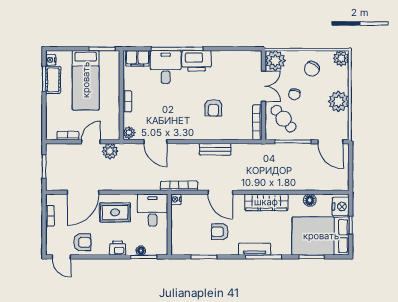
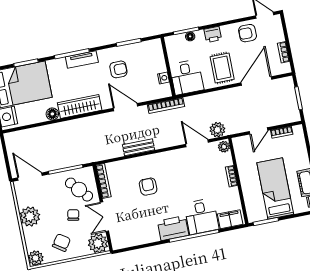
plant: (110, 151) -> (217, 130), moved
nightstand: (176, 199) -> (164, 78), moved
floor lamp: (310, 200) -> (52, 114), moved
rug: (115, 212) -> (222, 68), turned 90

